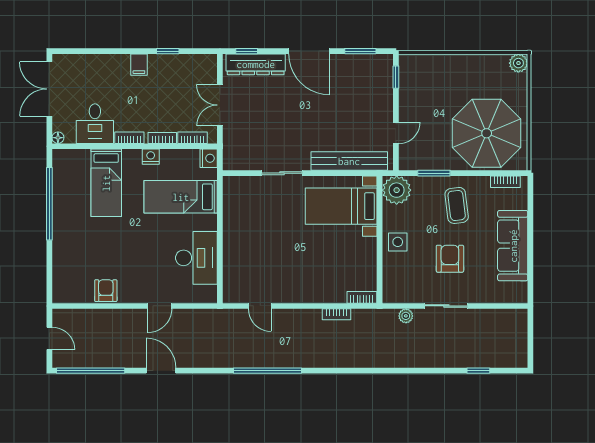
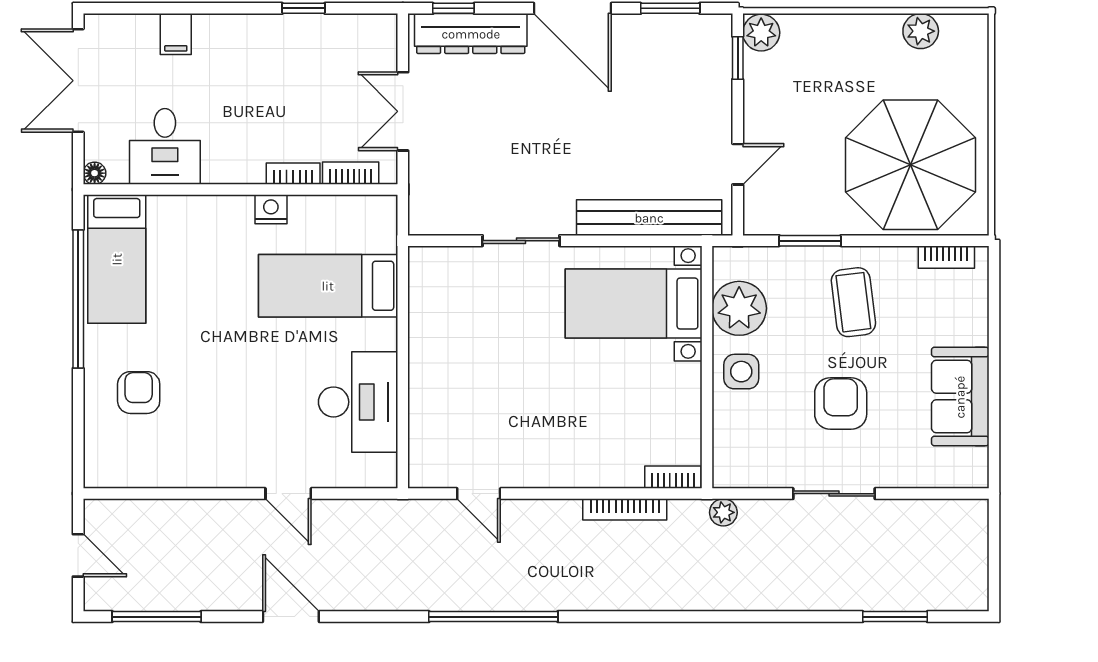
plant: (518, 63) -> (921, 31), moved
plant: (408, 64) -> (761, 33), added
filing cabinet: (139, 65) -> (176, 34), moved
bookcase: (129, 138) -> (230, 173), removed
nightstand: (209, 158) -> (381, 212), removed
bed: (106, 183) -> (117, 259), moved
plant: (397, 190) -> (739, 308), moved
sofa: (513, 246) -> (960, 397), width x0.73
armchair: (106, 291) -> (139, 393), moved
door: (160, 306) -> (288, 494), hinge flipped
bookcase: (337, 314) -> (625, 509), width x1.56
plant: (406, 316) -> (723, 512), moved
window: (91, 371) -> (157, 617), width x0.68
window: (478, 371) -> (895, 617), width x1.50

